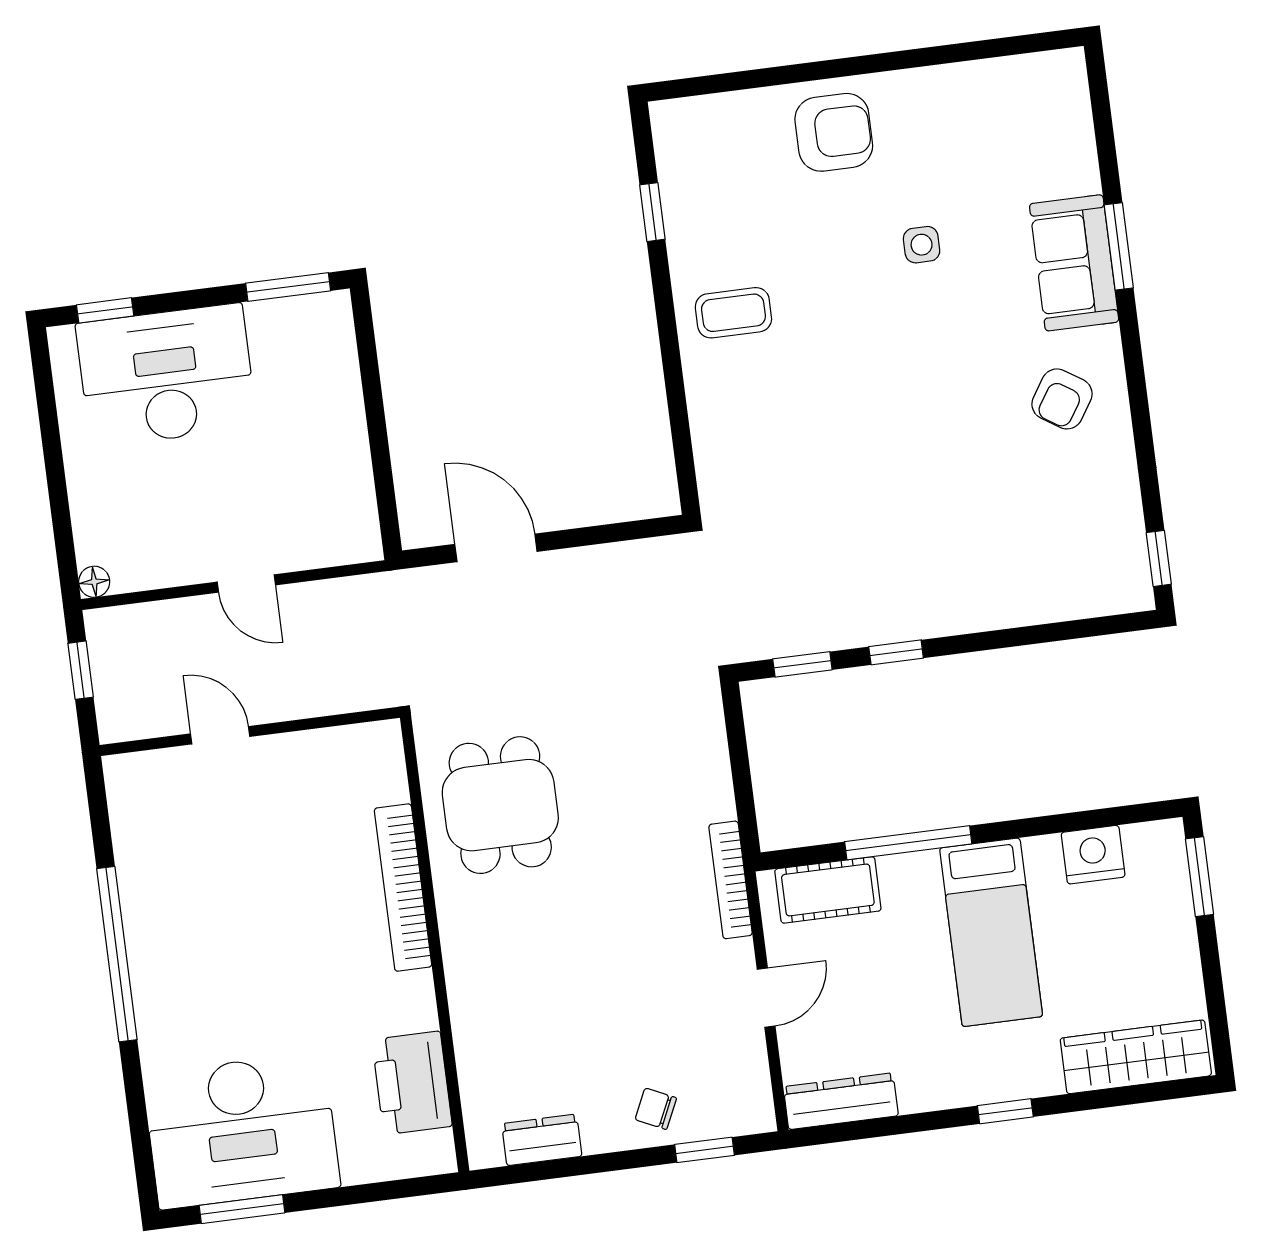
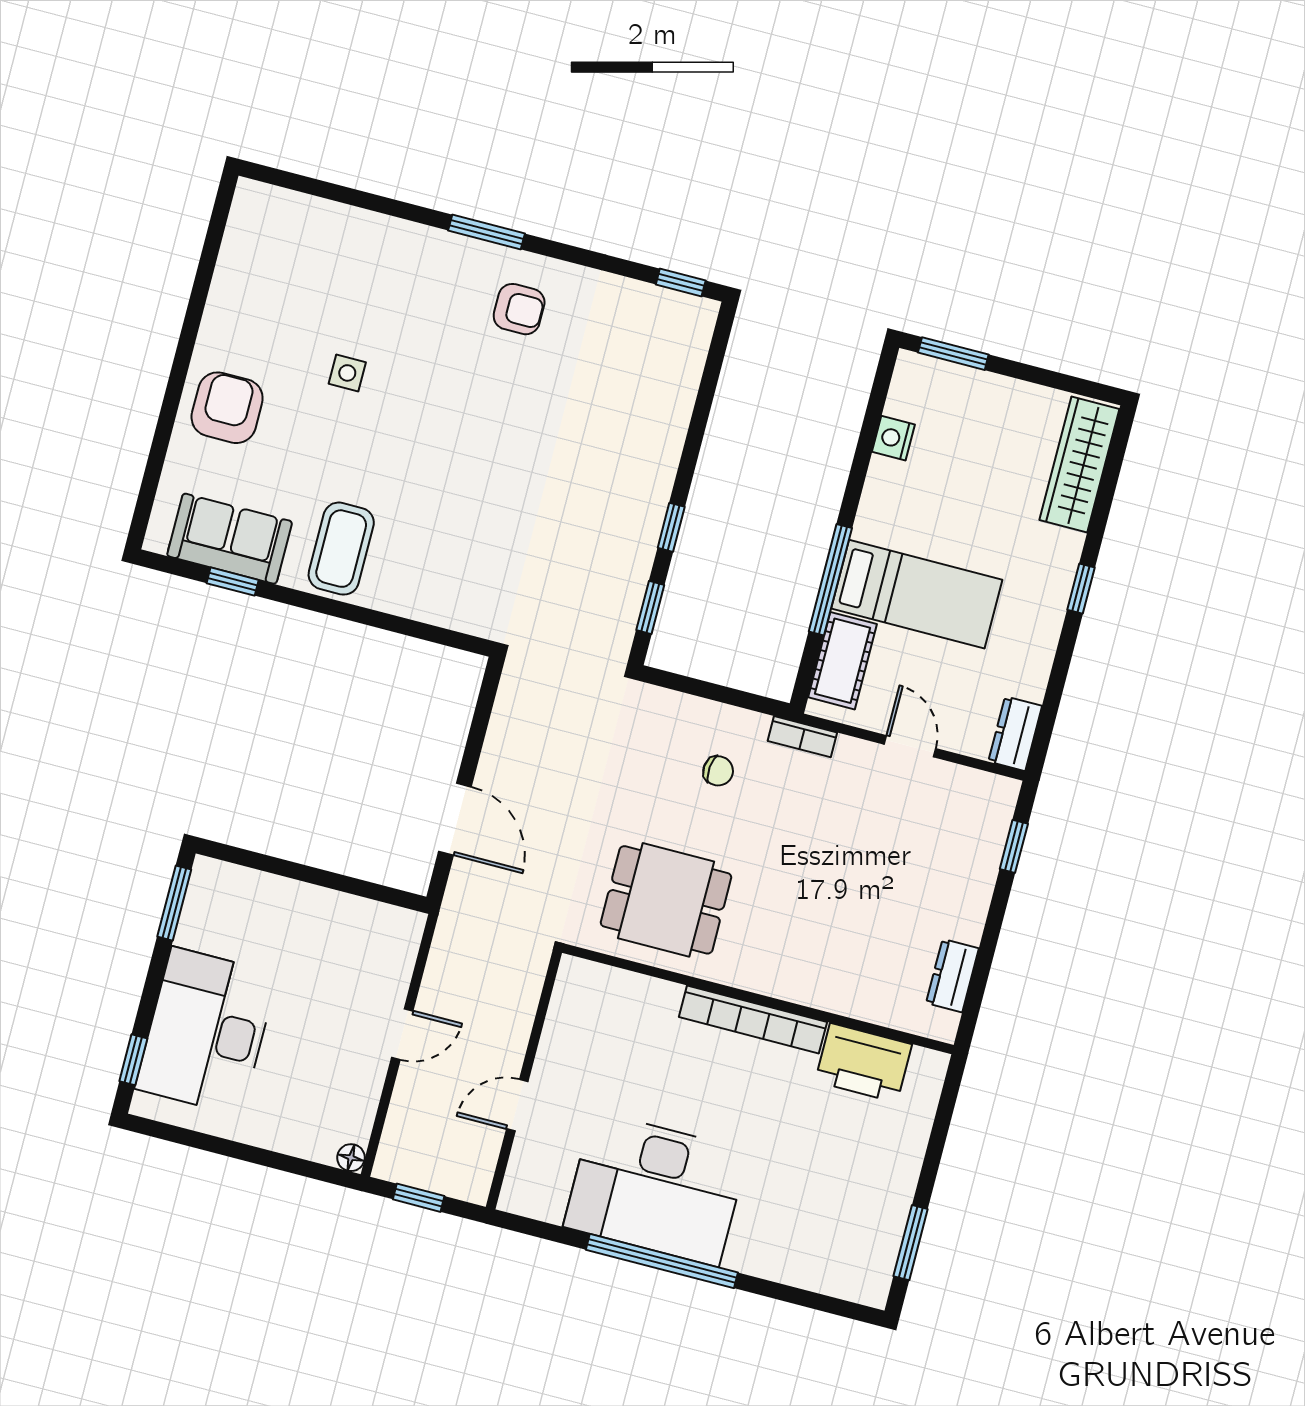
window: (1119, 246) -> (487, 232), moved
sofa: (1074, 263) -> (230, 539), moved, turned 180
coffee table: (733, 313) -> (341, 549), width x1.36, depth x1.30
armchair: (1062, 399) -> (519, 309), turned -33
door: (496, 548) -> (455, 819), swing flipped
nightstand: (1093, 855) -> (893, 438), width x0.74, depth x0.75
bookcase: (731, 880) -> (802, 737), width x0.64
bookcase: (403, 888) -> (753, 1020), moved
bed: (991, 932) -> (917, 594), moved
dresser: (841, 1101) -> (1015, 734), width x0.70
chair: (656, 1109) -> (718, 771), moved, turned -110
desk: (241, 1131) -> (656, 1189), moved, turned 90

